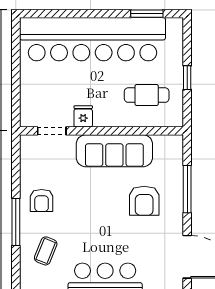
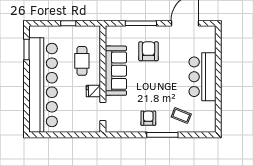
cafe table: (147, 95) -> (82, 61), moved
armchair: (42, 201) -> (148, 118), turned -90
armchair: (144, 201) -> (149, 51), turned -90

